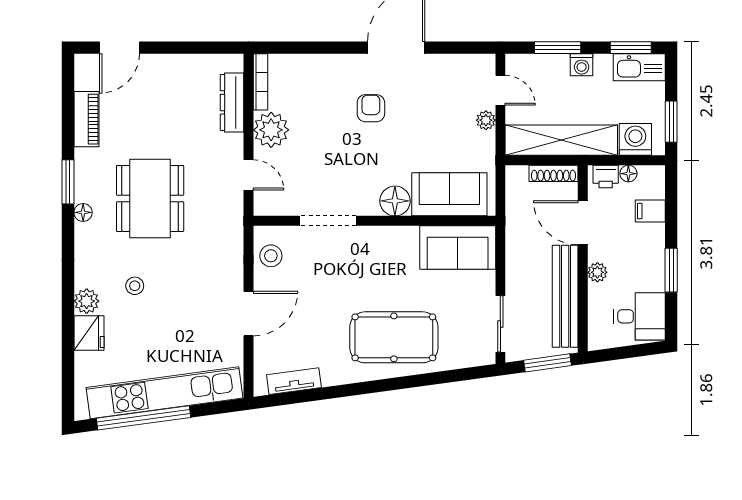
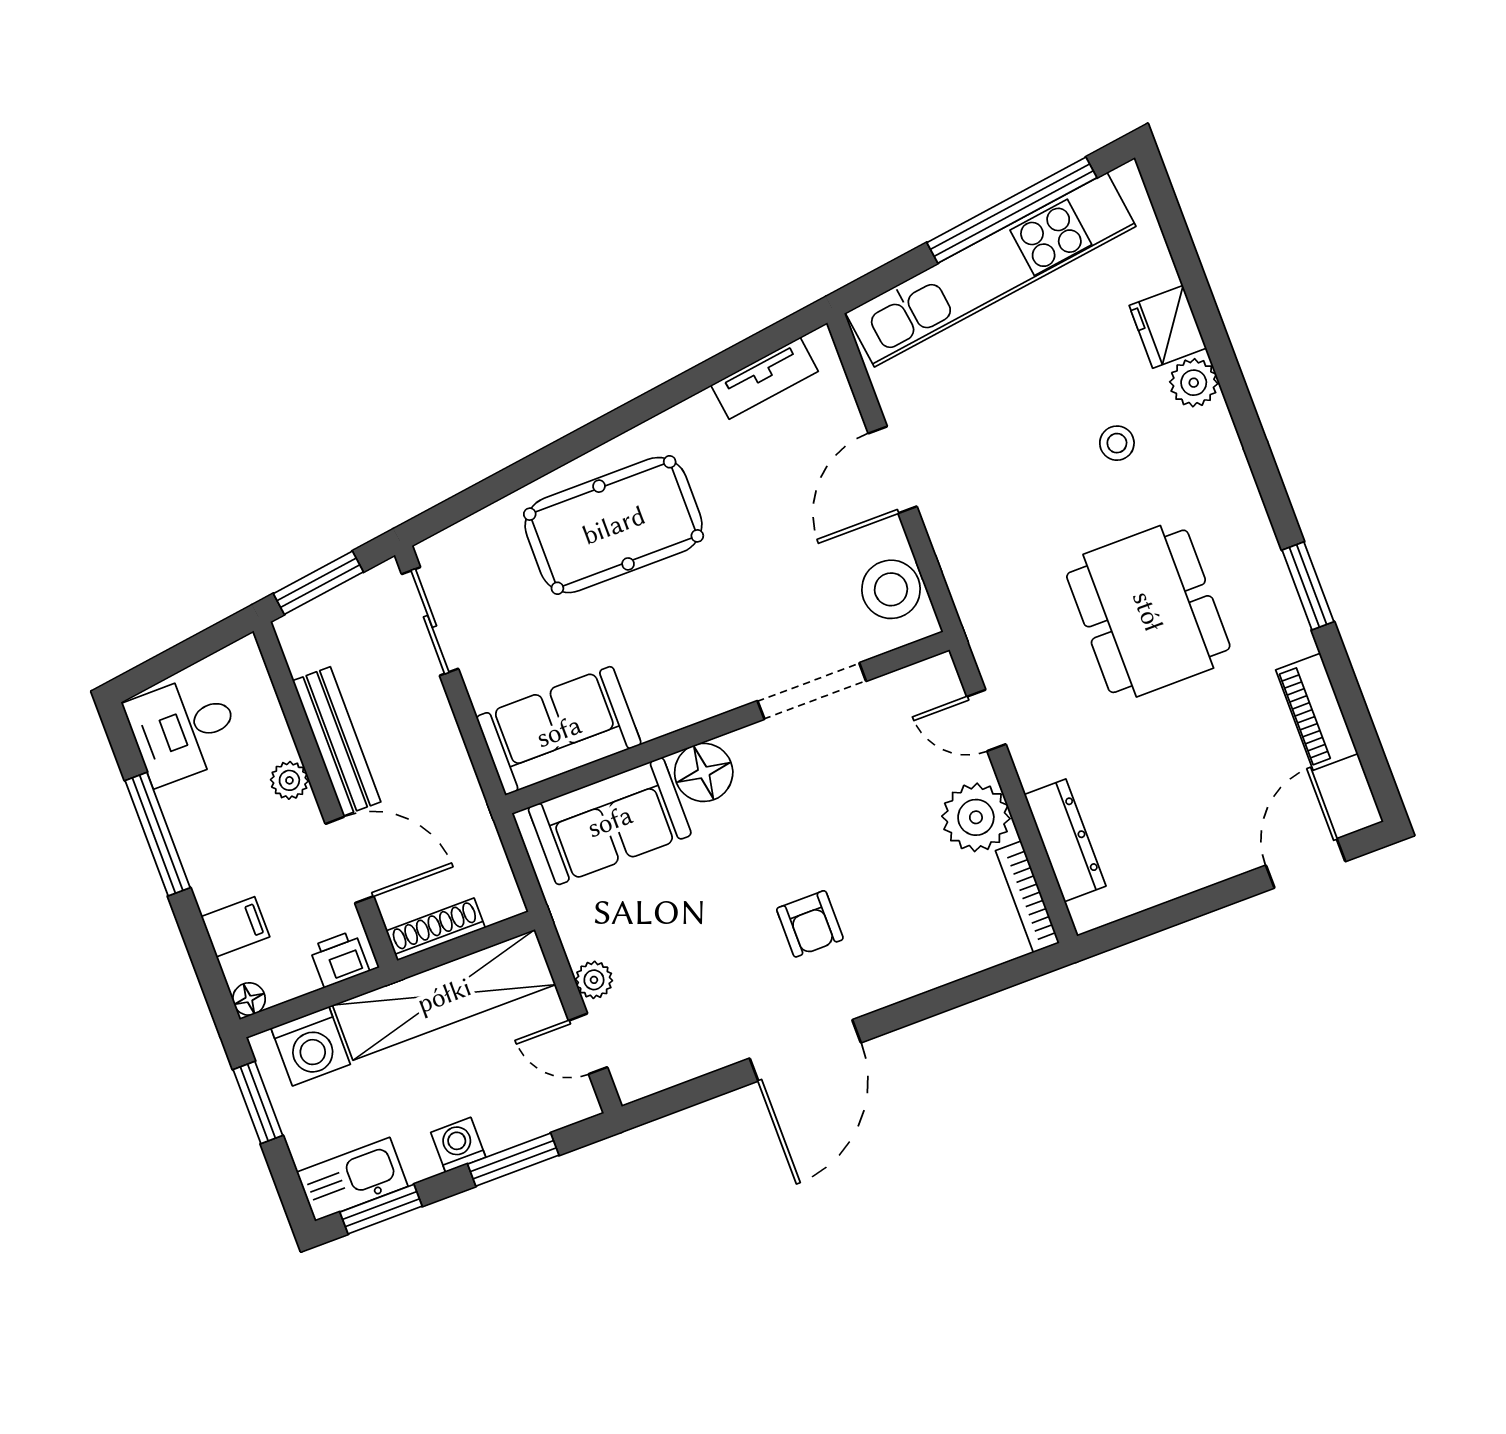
floor lamp: (628, 174) -> (249, 999), moved
floor lamp: (83, 212) -> (1260, 541), removed
stool: (271, 256) -> (891, 589), width x1.38, depth x1.38
window: (671, 270) -> (158, 834), width x1.44
bench: (565, 296) -> (337, 741), width x0.73, depth x0.82

